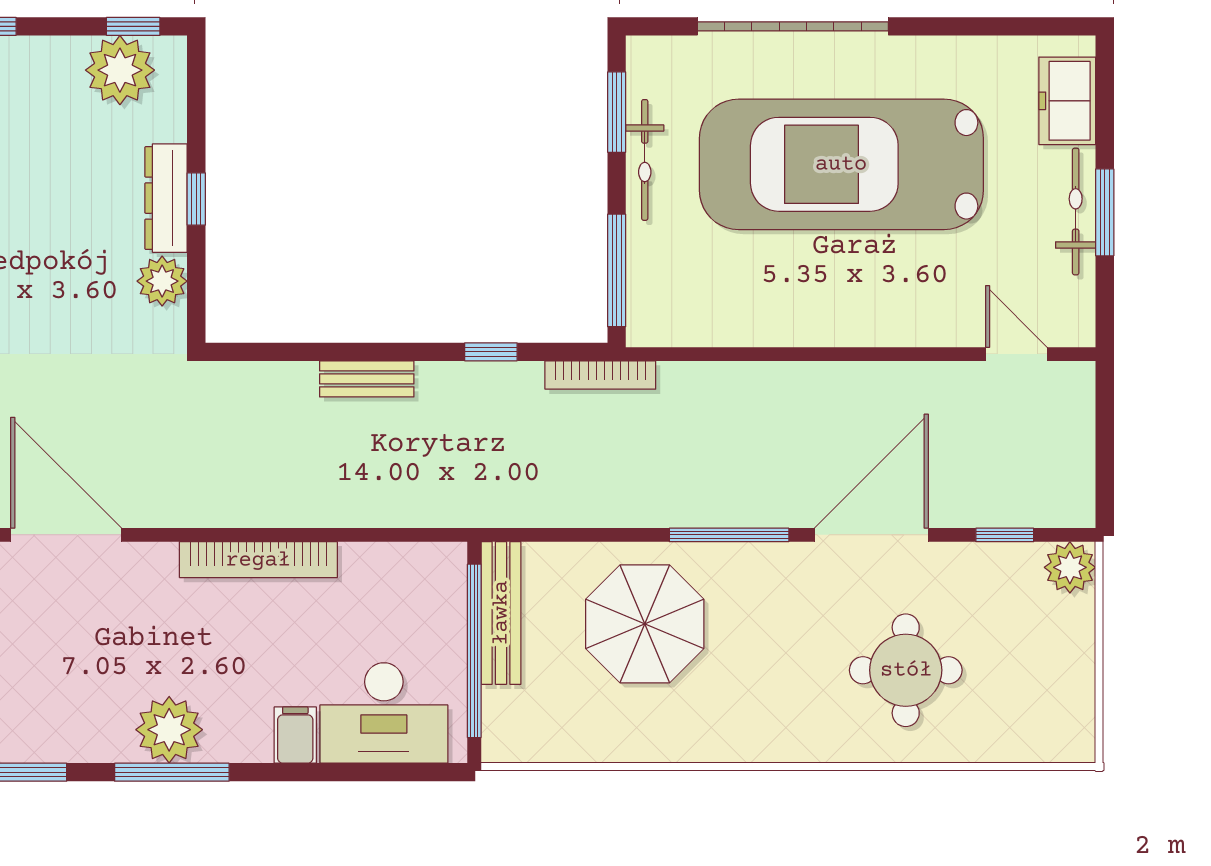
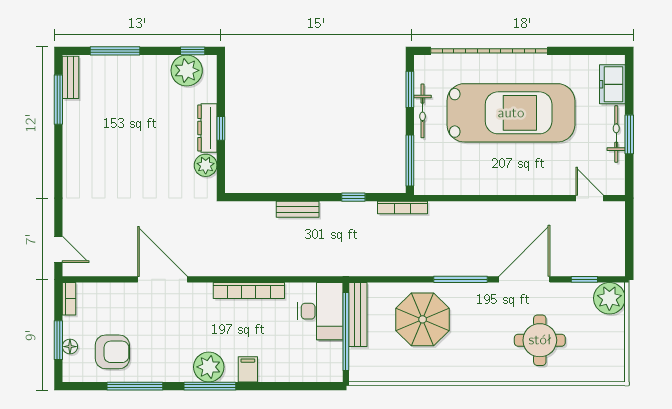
garage door: (793, 26) -> (489, 51), width x1.36
car: (841, 164) -> (511, 113), turned 180
plant: (1070, 567) -> (609, 298), width x1.36, depth x1.36
desk: (384, 713) -> (320, 311), moved, turned -90
filing cabinet: (295, 735) -> (248, 369), moved

